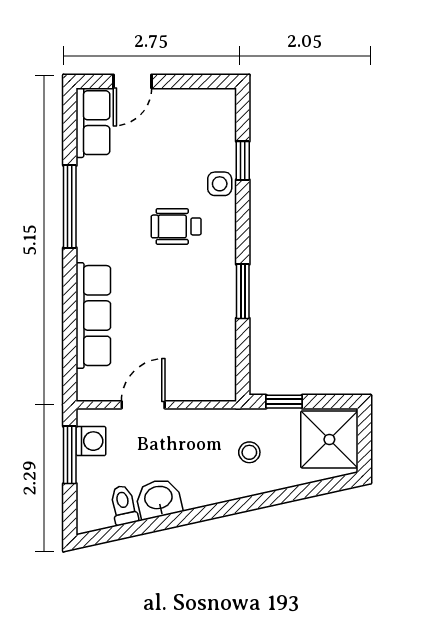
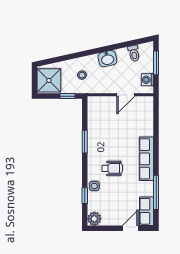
plant: (220, 105) -> (94, 219), added
window: (70, 207) -> (156, 192), moved
row of seats: (93, 316) -> (146, 159), moved
window: (70, 455) -> (156, 63), moved
washbasin: (159, 499) -> (107, 59), moved

